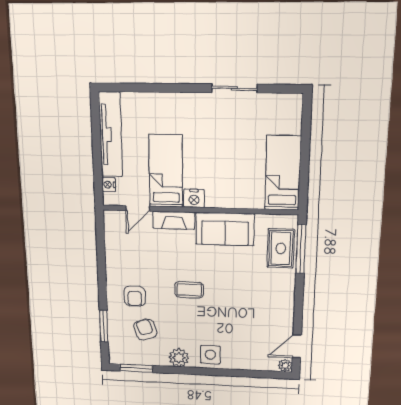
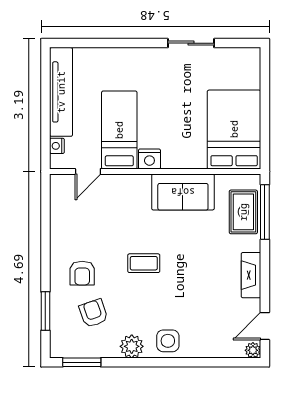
bed: (283, 173) -> (234, 129), width x1.50
fireplace: (174, 220) -> (251, 275), moved, turned 90

